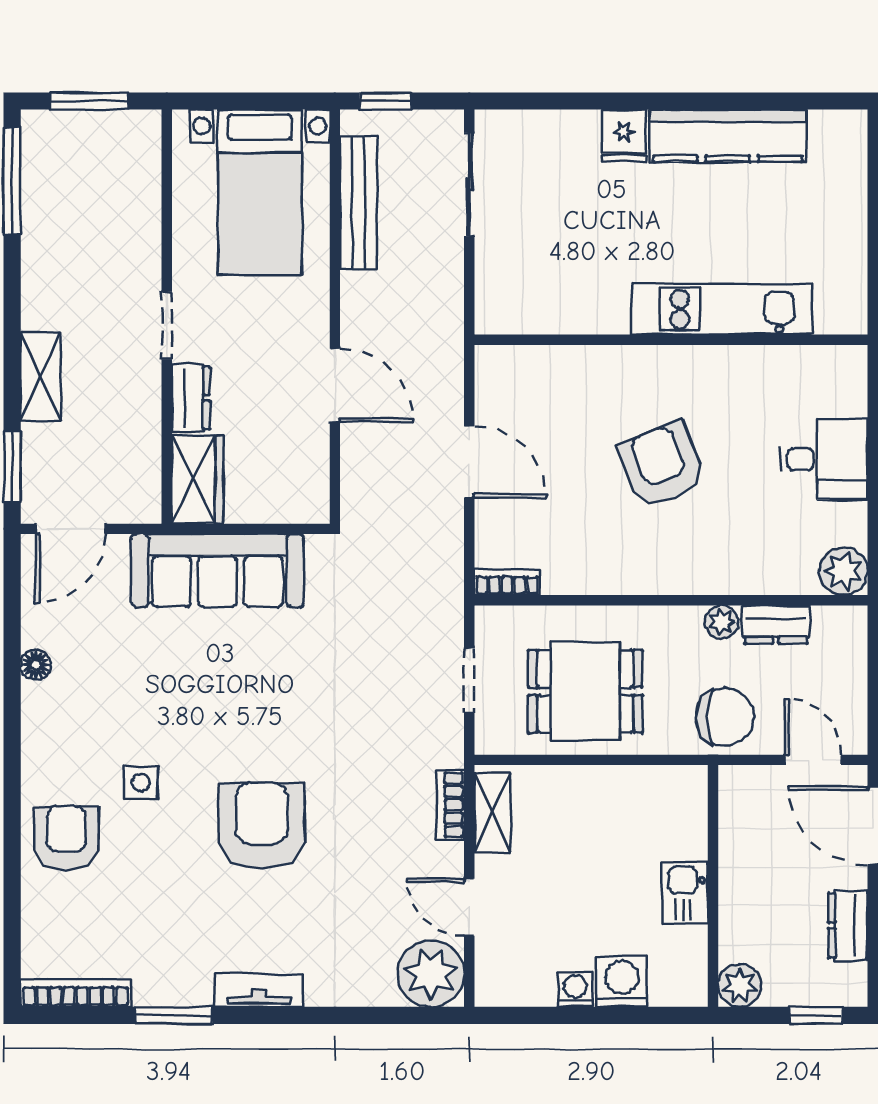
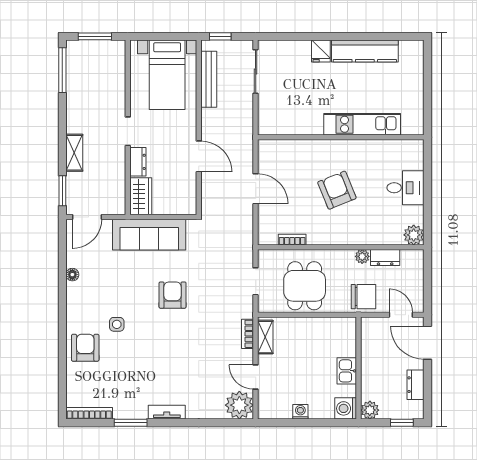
bookcase: (507, 582) -> (292, 240), moved
dining table: (585, 691) -> (305, 286), turned 90
armchair: (262, 826) -> (173, 295), moved, width x0.73, depth x0.73
washing machine: (622, 982) -> (346, 408), moved, turned -90

